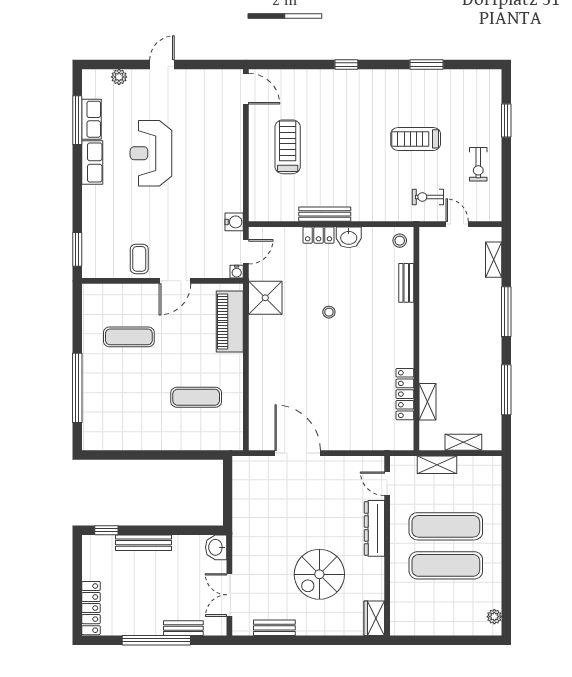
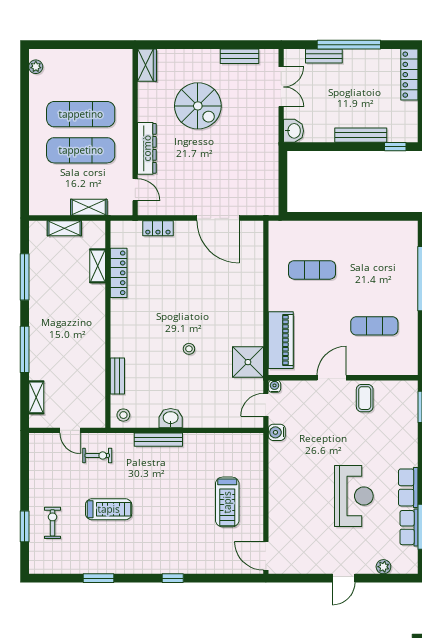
exercise bike: (478, 164) -> (53, 523), moved
bench: (325, 214) -> (158, 440), moved
locker: (319, 235) -> (158, 228), moved, turned 180
spiral stairs: (319, 574) -> (198, 106), turned 90

